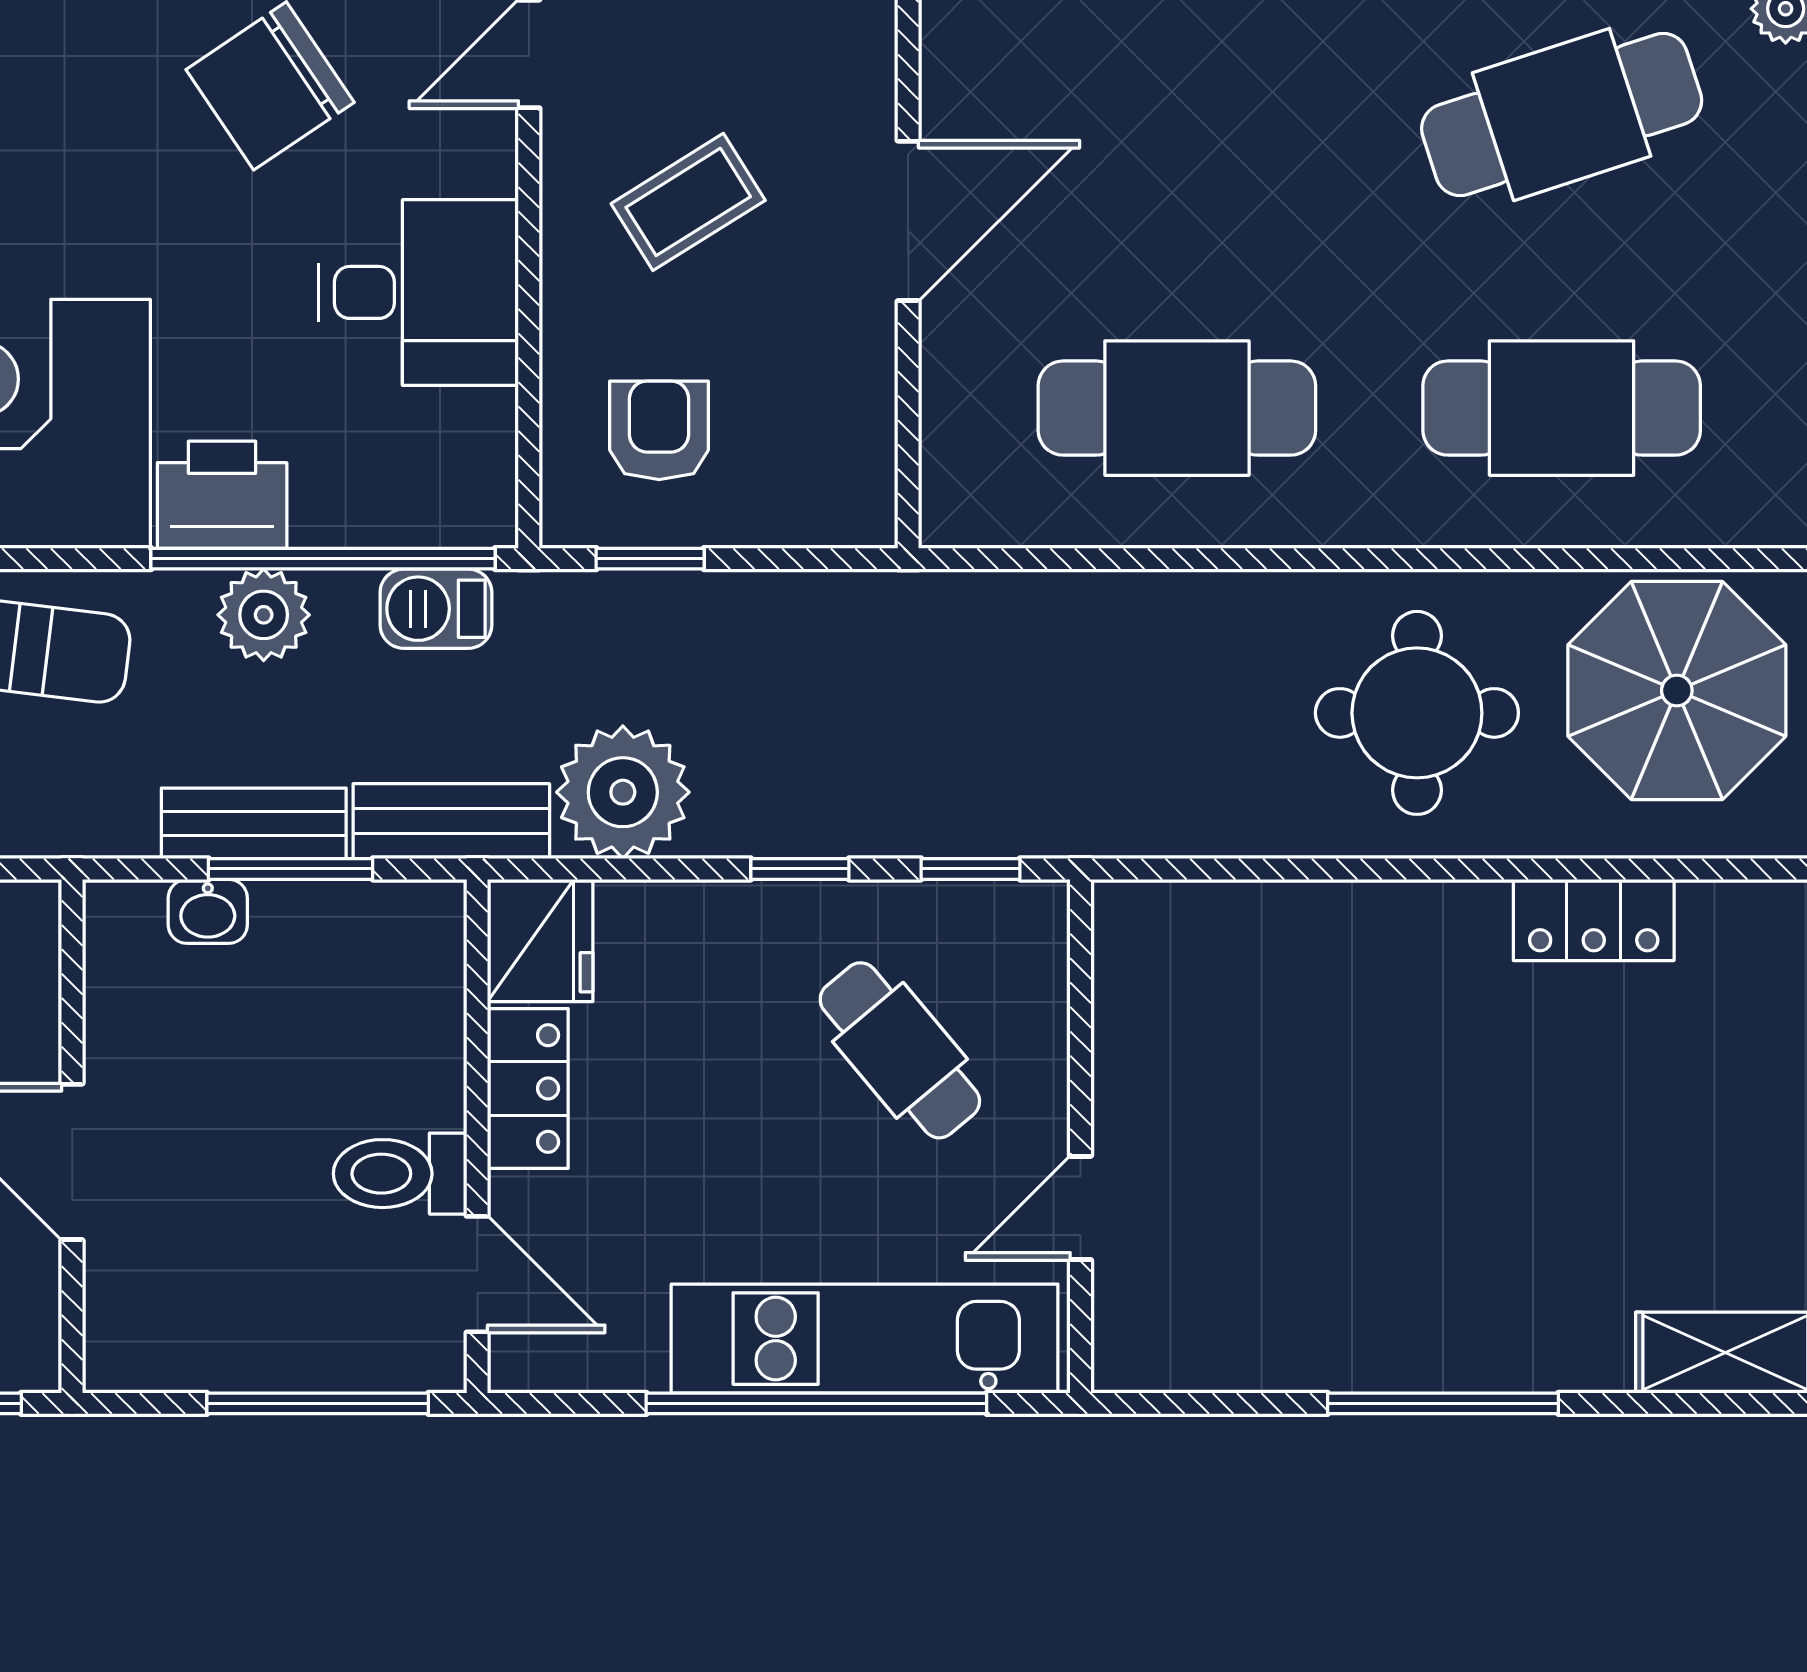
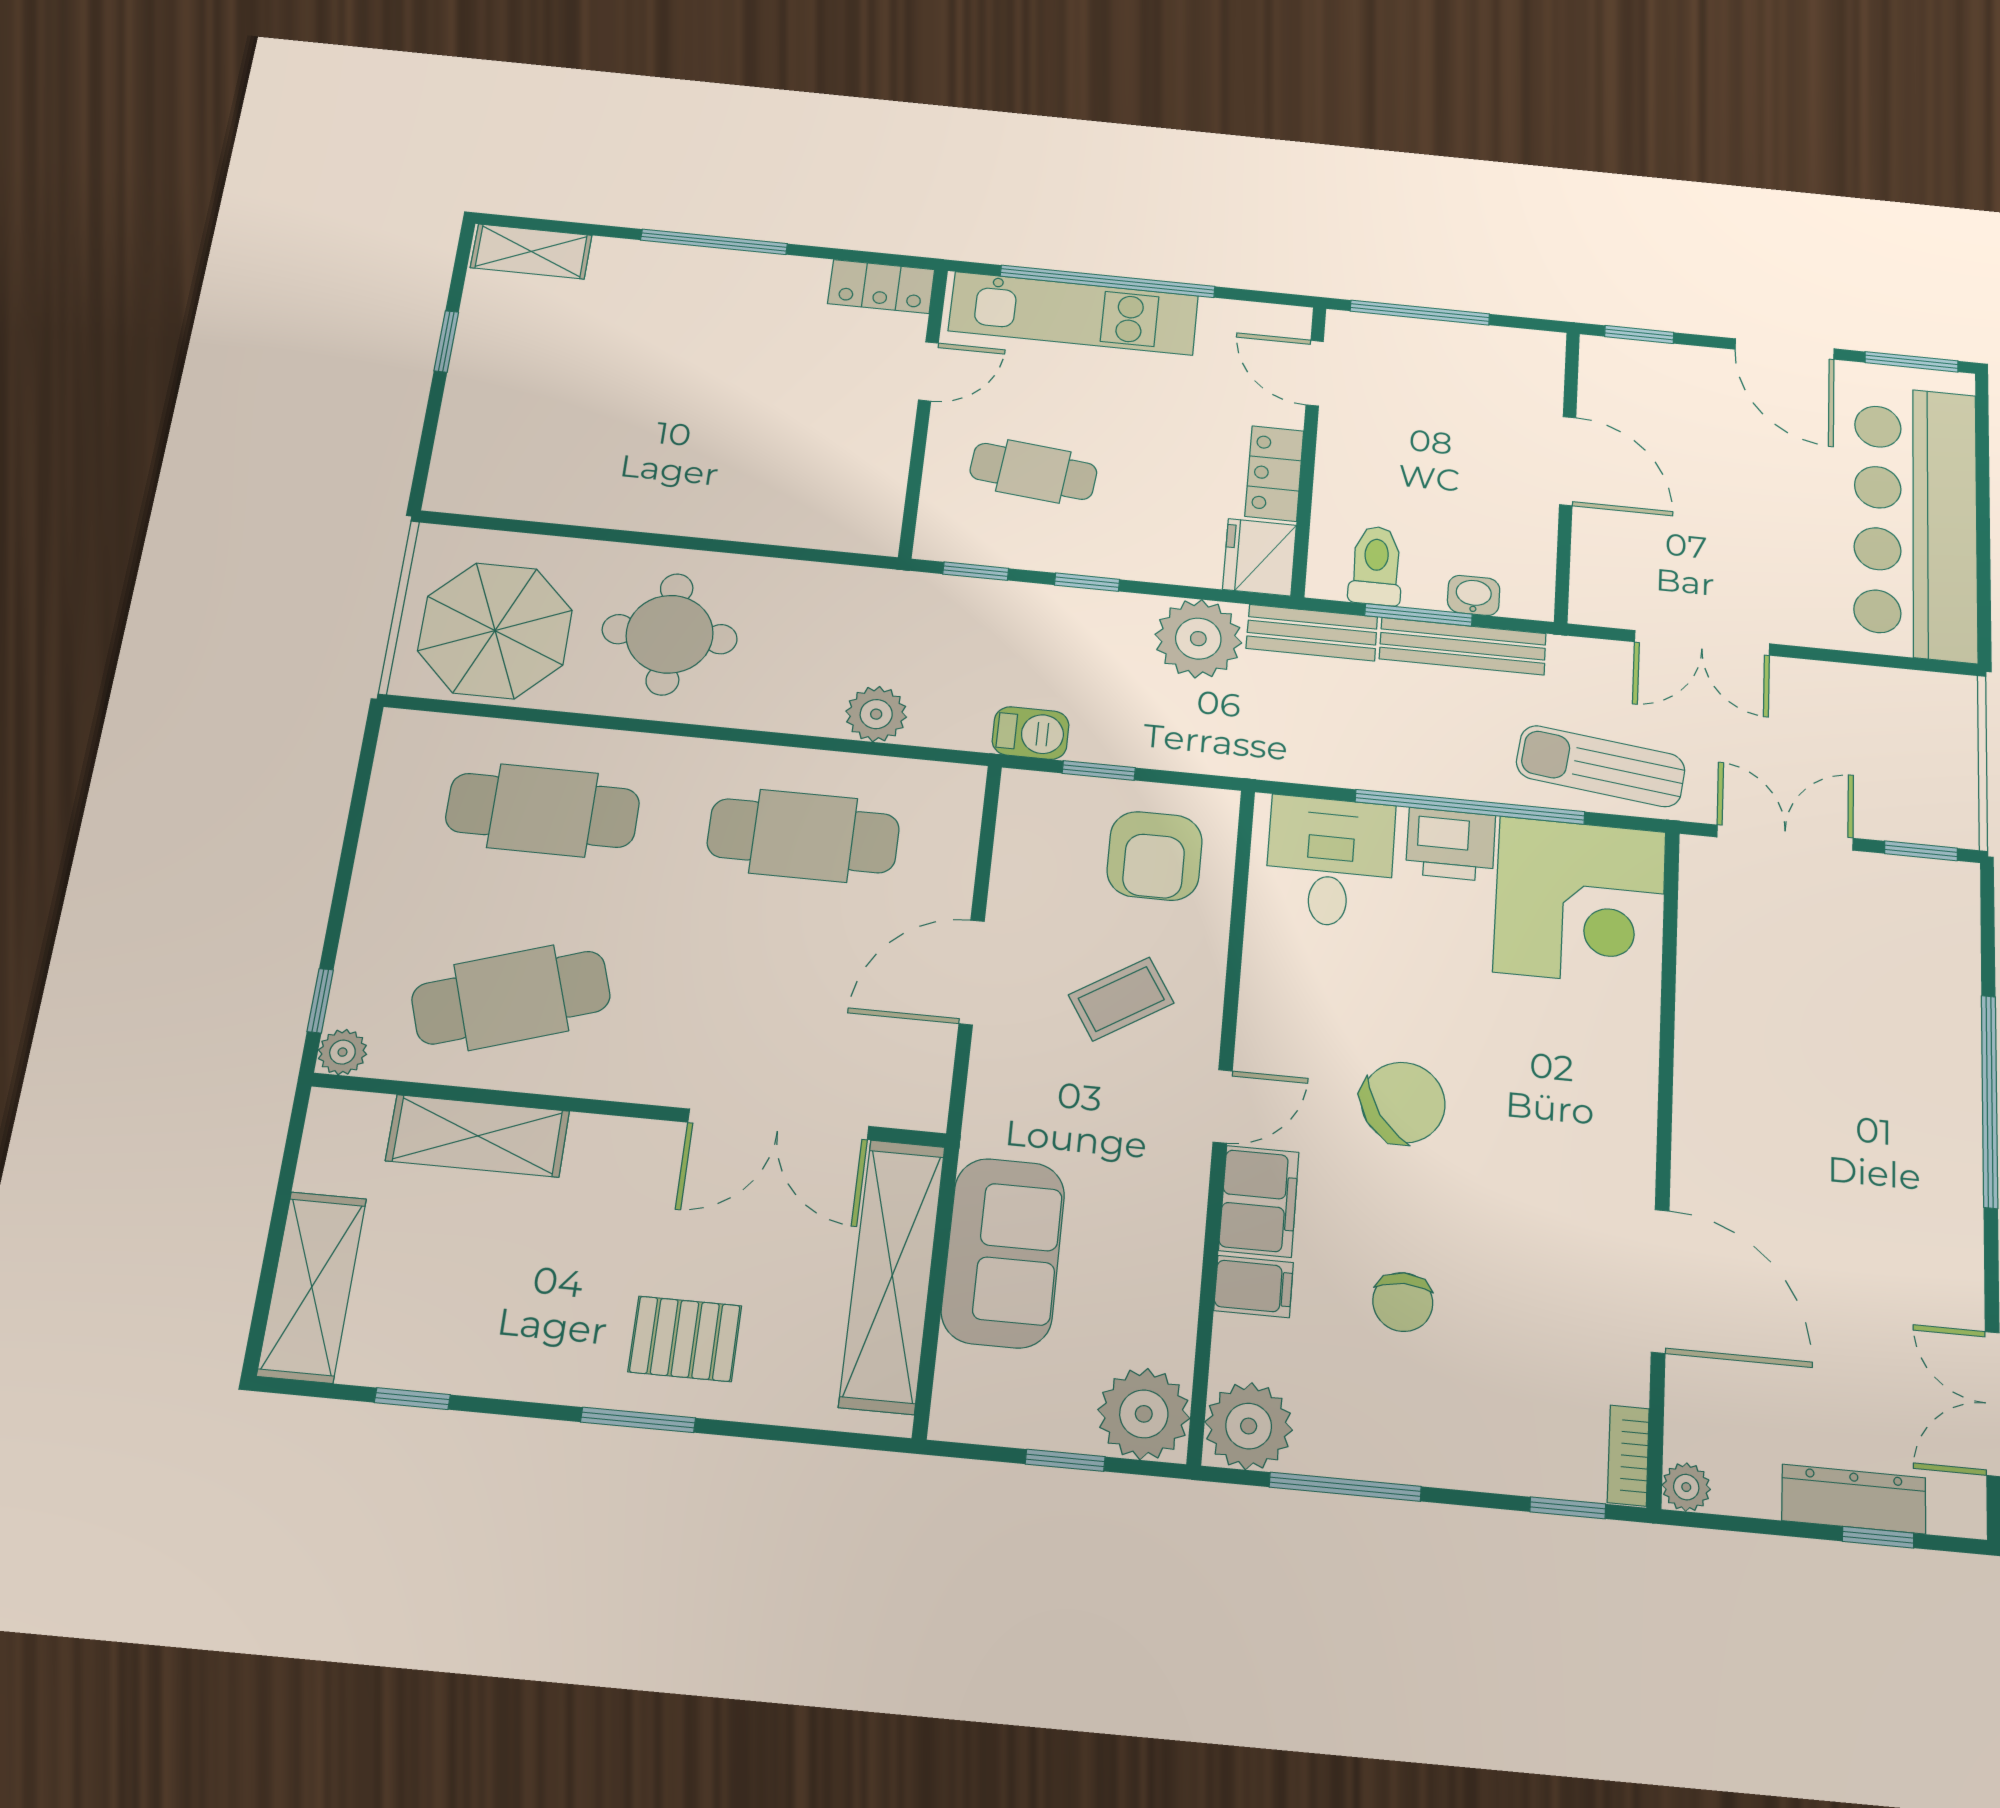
desk: (418, 292) -> (1330, 862), moved, turned 90
armchair: (659, 430) -> (1155, 856), width x1.38, depth x1.38
window: (323, 559) -> (1470, 807), moved
window: (650, 559) -> (1099, 770), moved
barbecue: (436, 609) -> (1031, 733), moved
plant: (264, 615) -> (876, 714), moved
bench: (254, 823) -> (1463, 646), width x1.36
locker: (1594, 920) -> (881, 287), moved, turned 180
cafe table: (900, 1050) -> (1033, 471), turned -44
toilet: (400, 1174) -> (1376, 566), moved, turned -90

